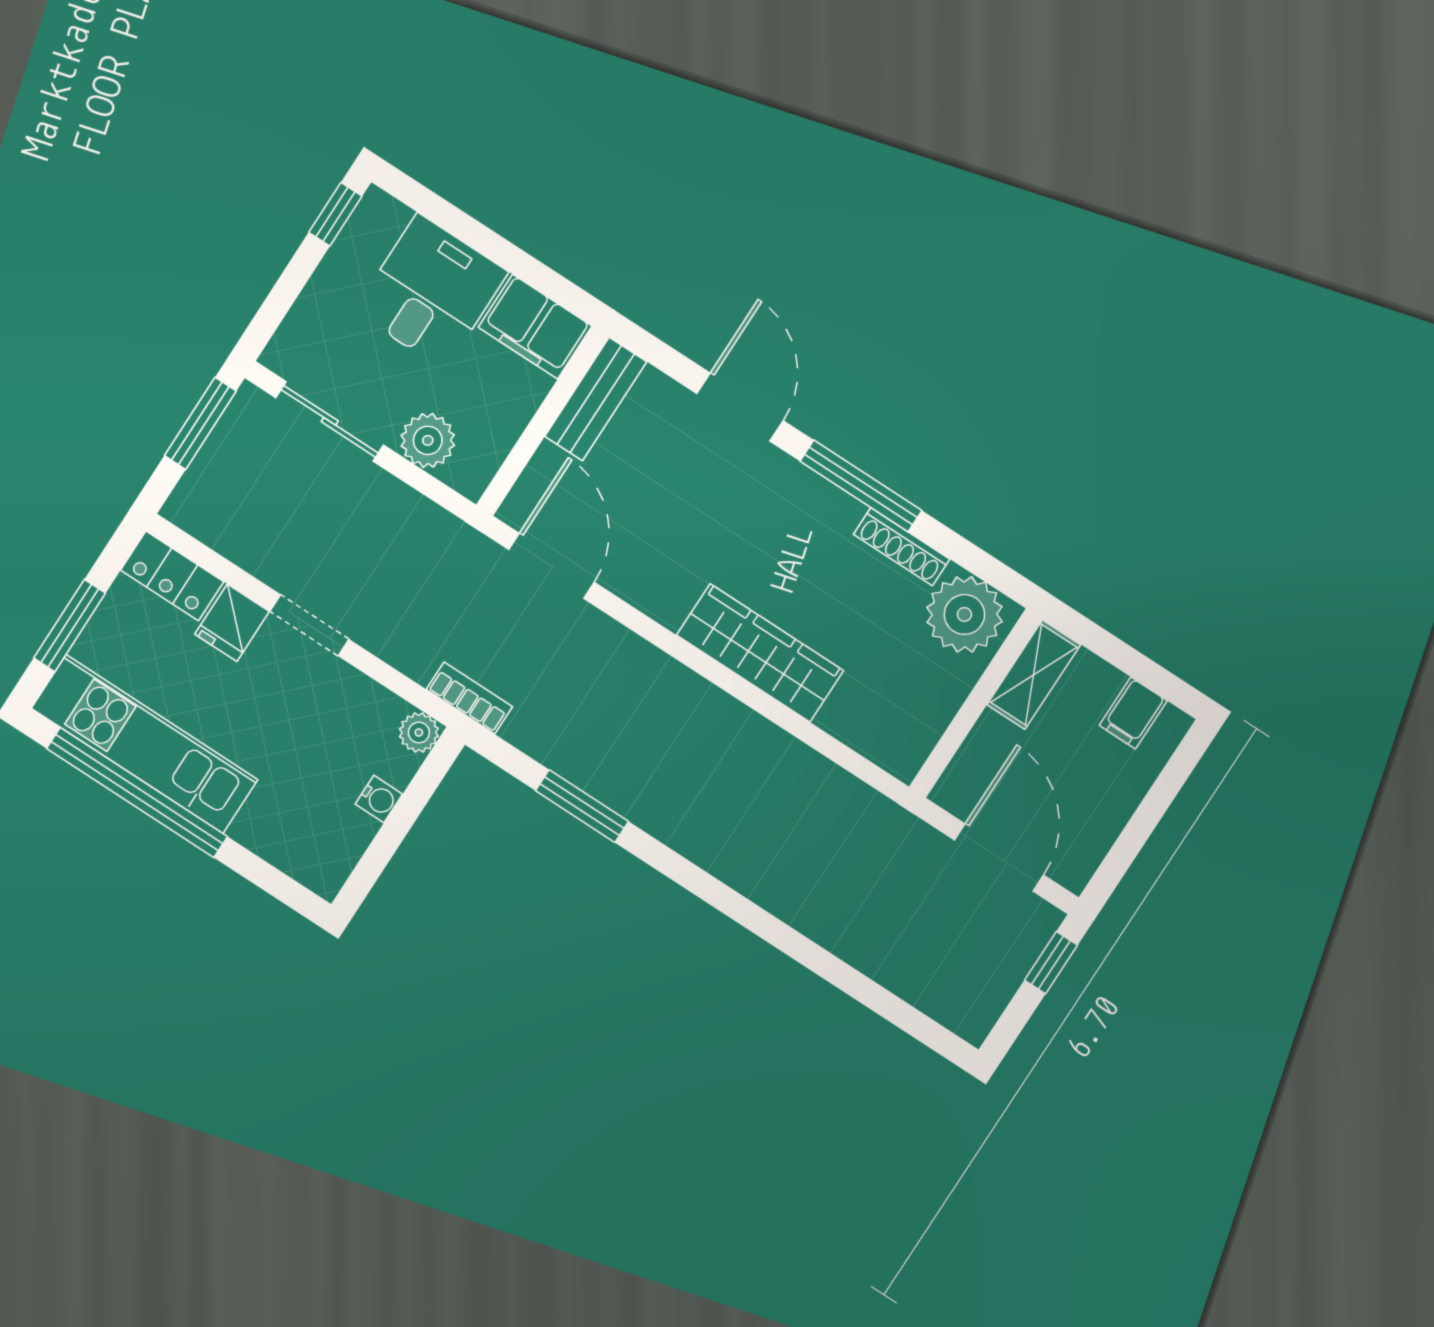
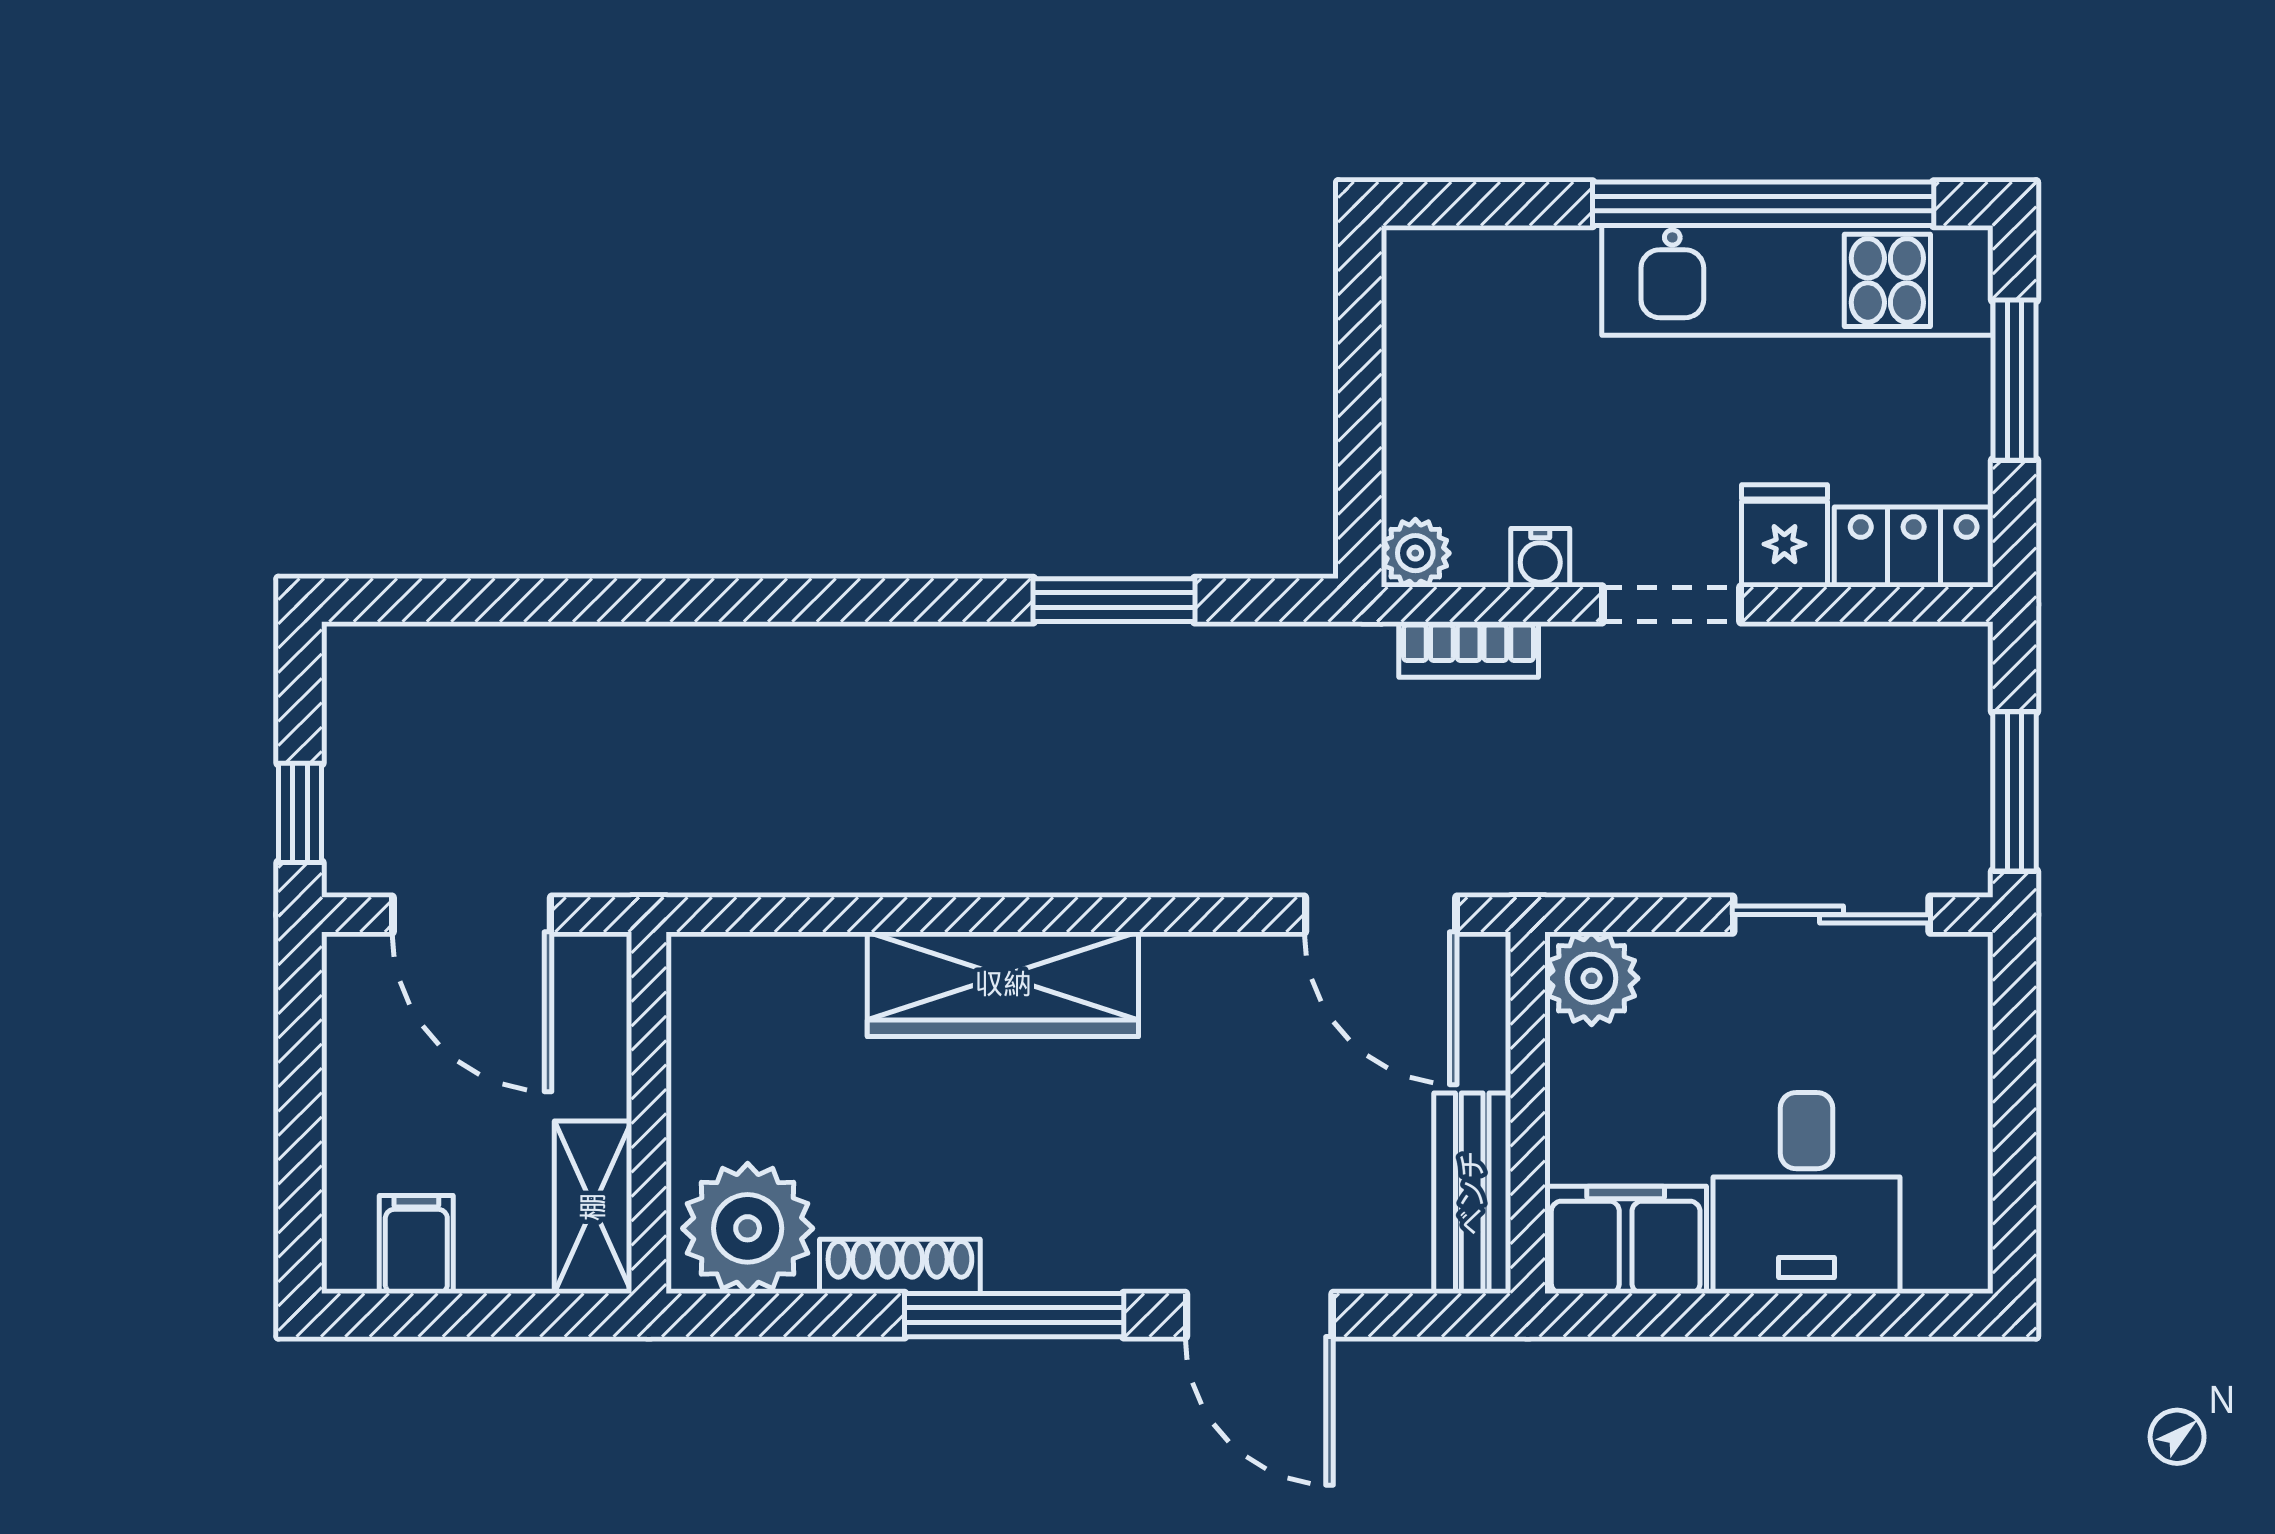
window: (335, 214) -> (2015, 1215), removed
plant: (428, 440) -> (1592, 978), moved
bookcase: (469, 698) -> (1469, 649), moved
water cooler: (379, 799) -> (1540, 558), moved, turned -90

